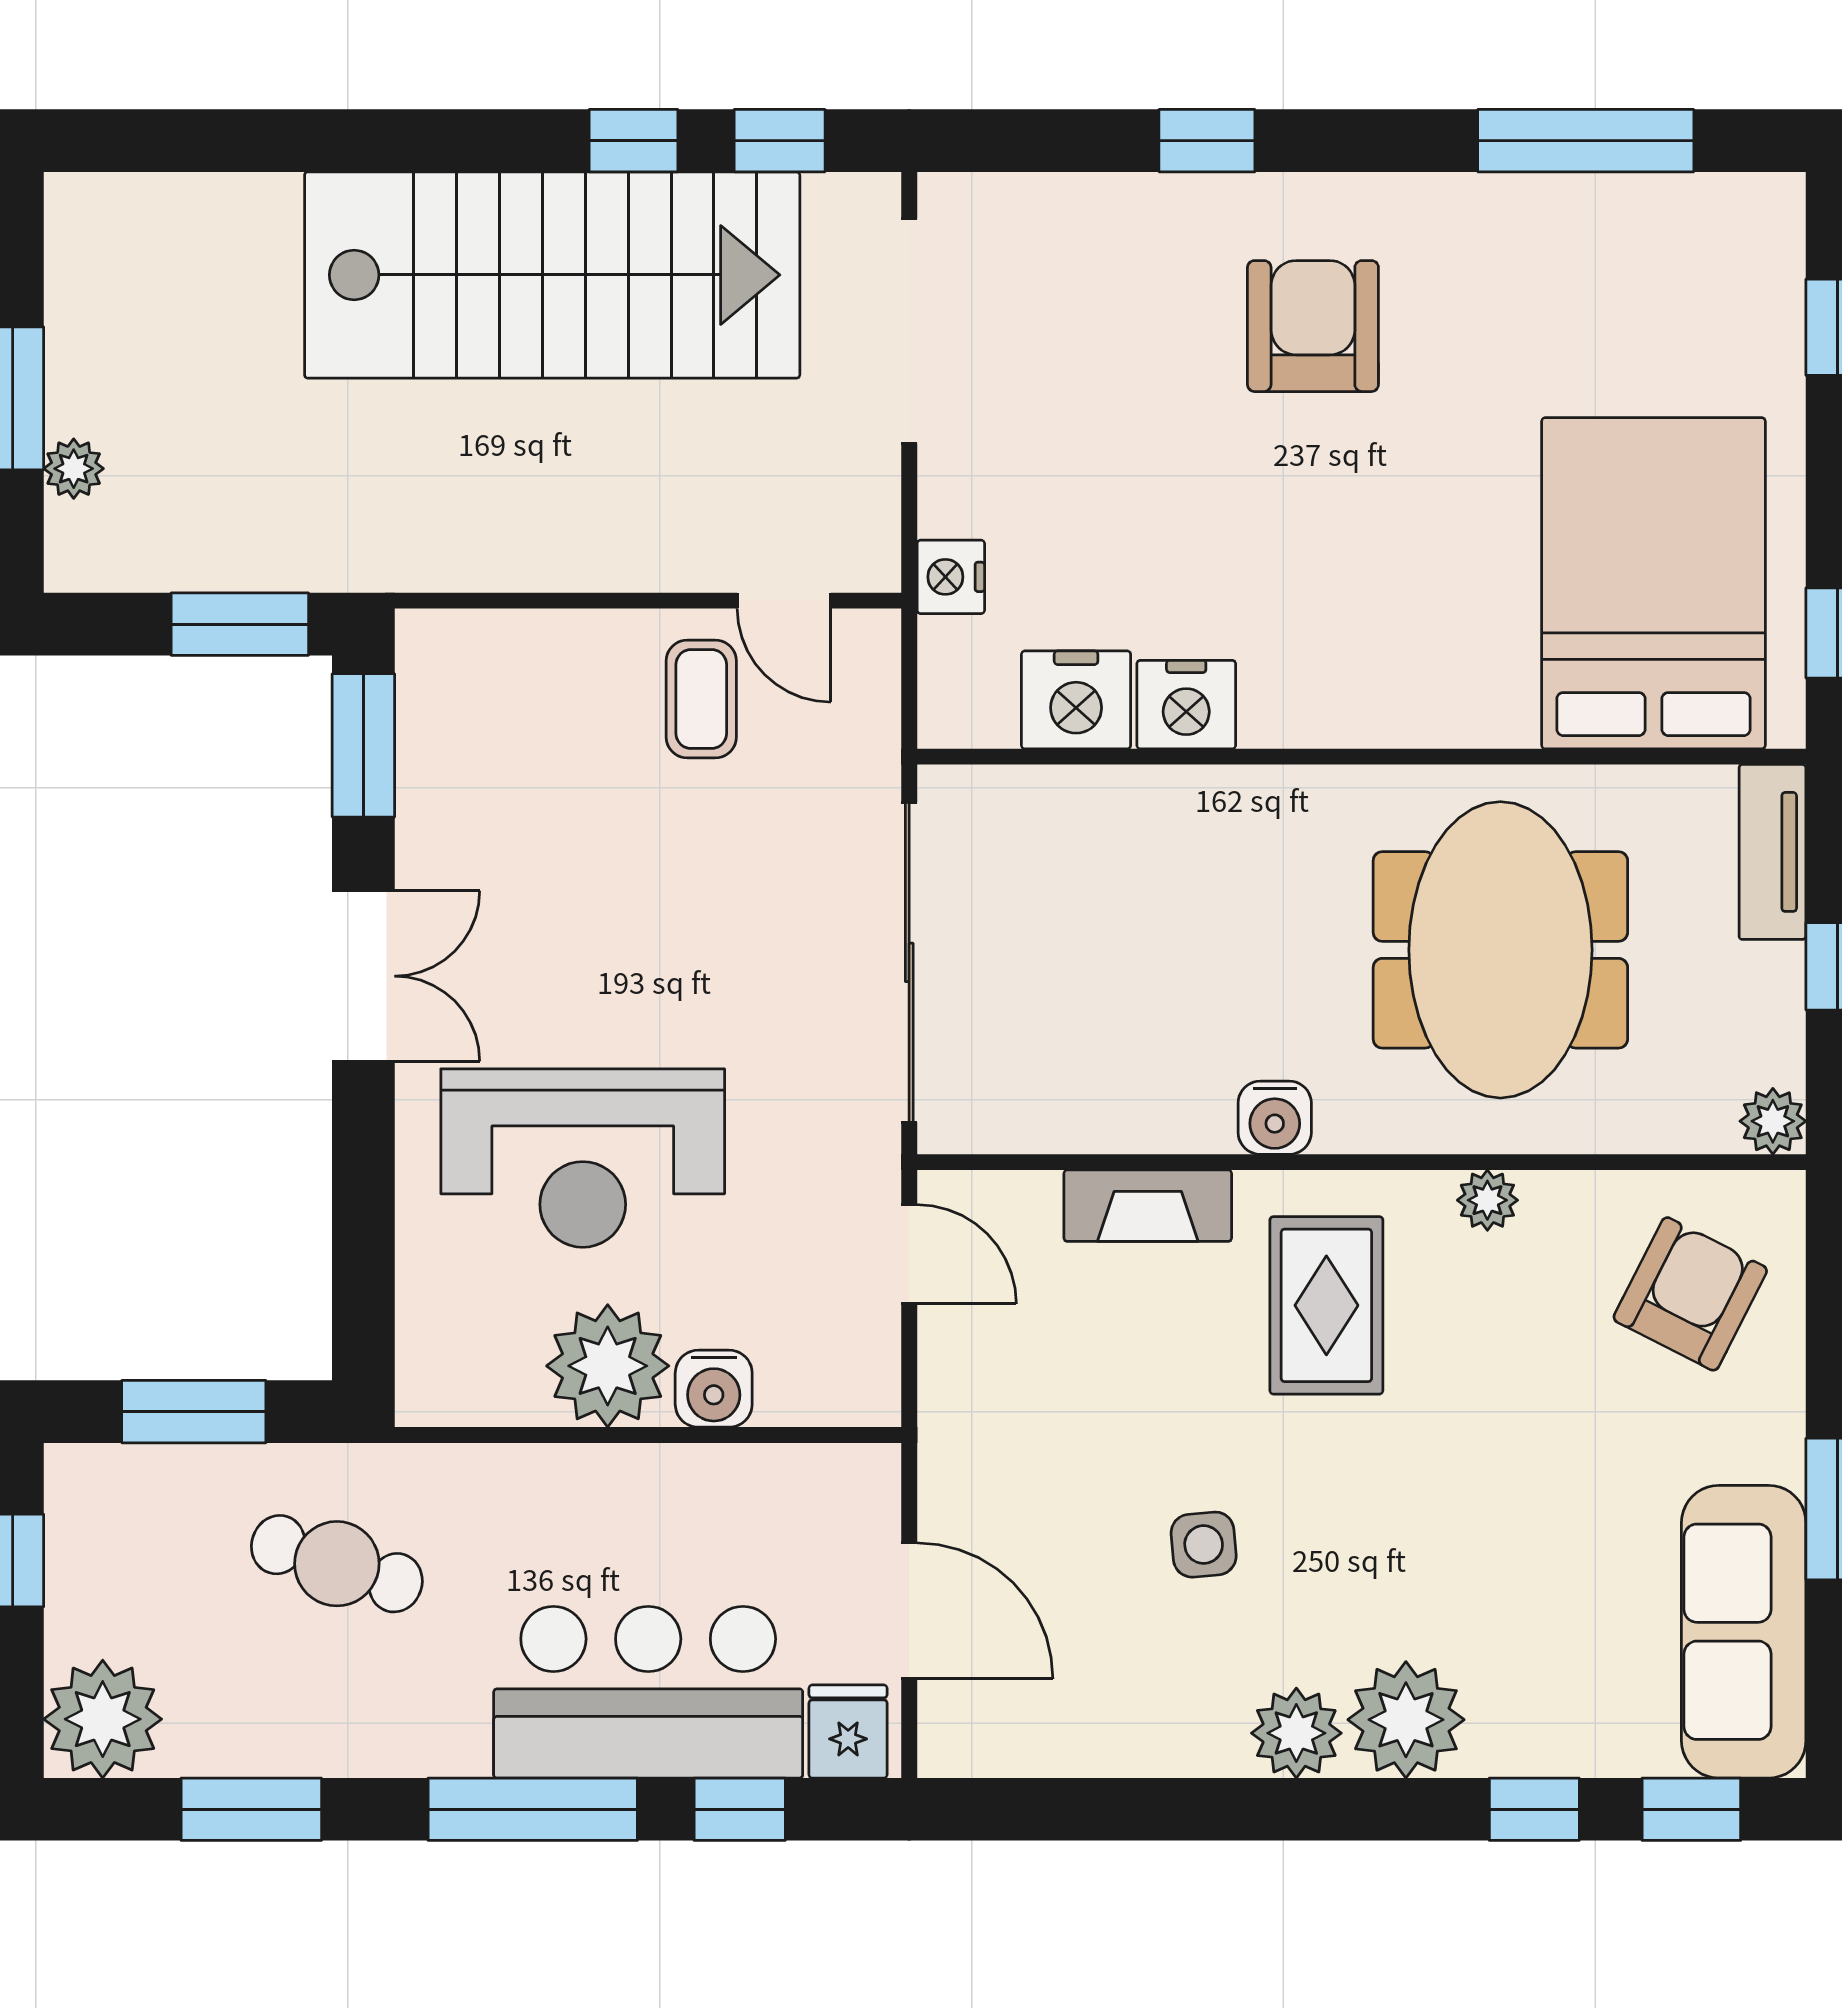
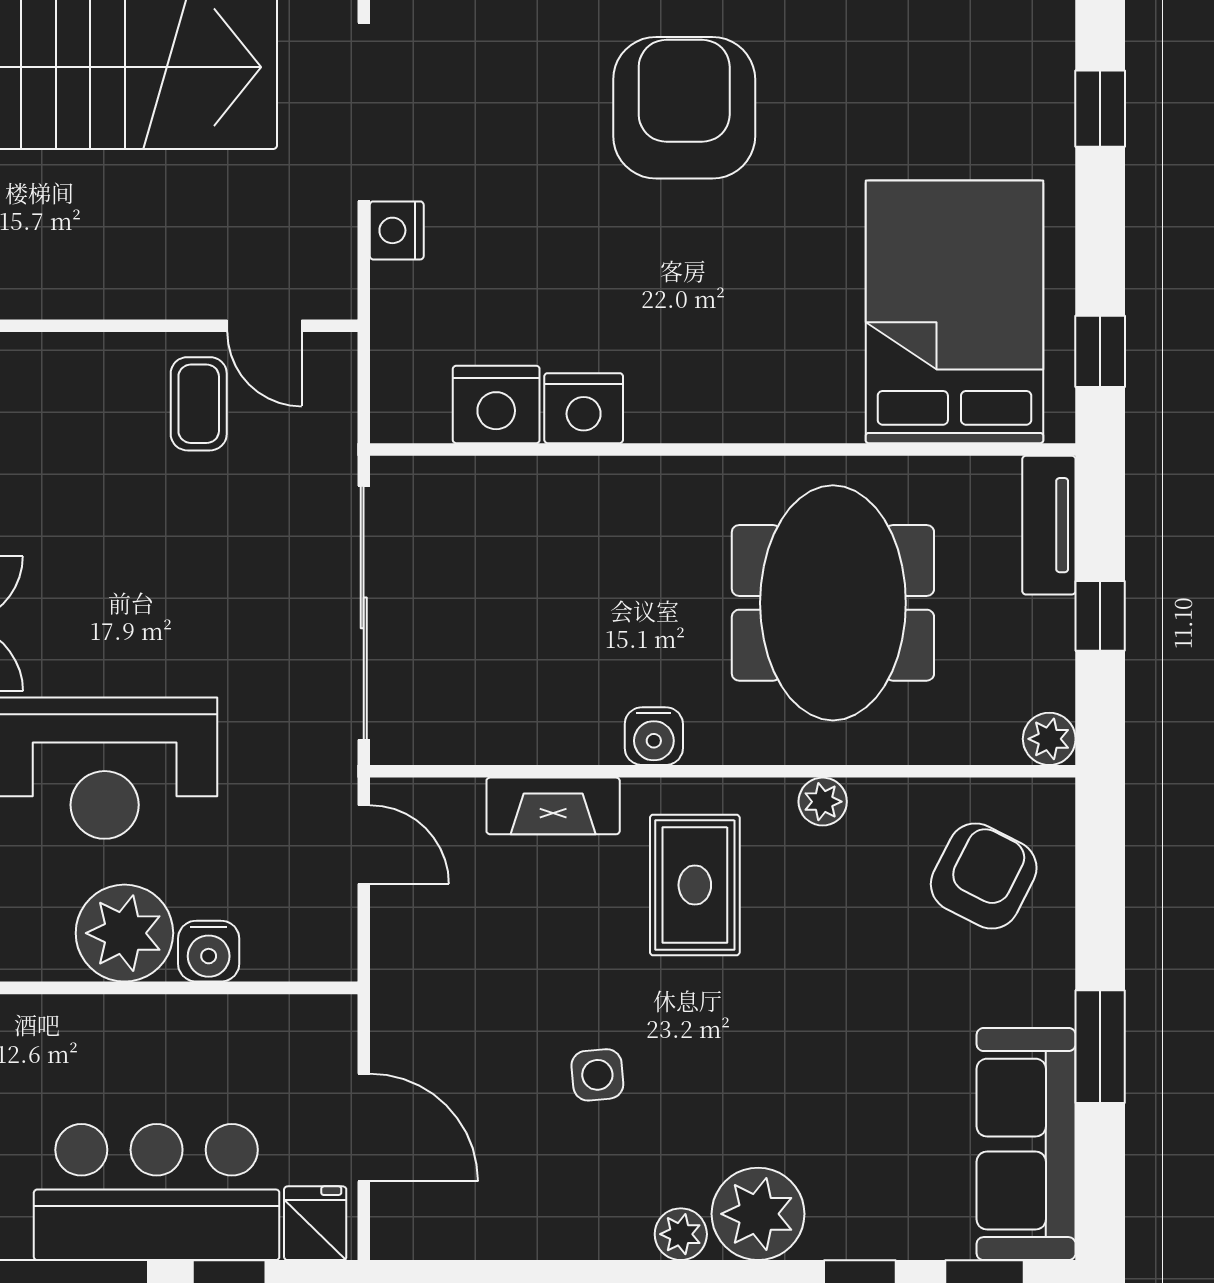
armchair: (1313, 326) -> (684, 108), width x1.36, depth x1.36
nightstand: (951, 577) -> (397, 230), moved
plant: (1296, 1733) -> (681, 1234), width x0.73, depth x0.73

